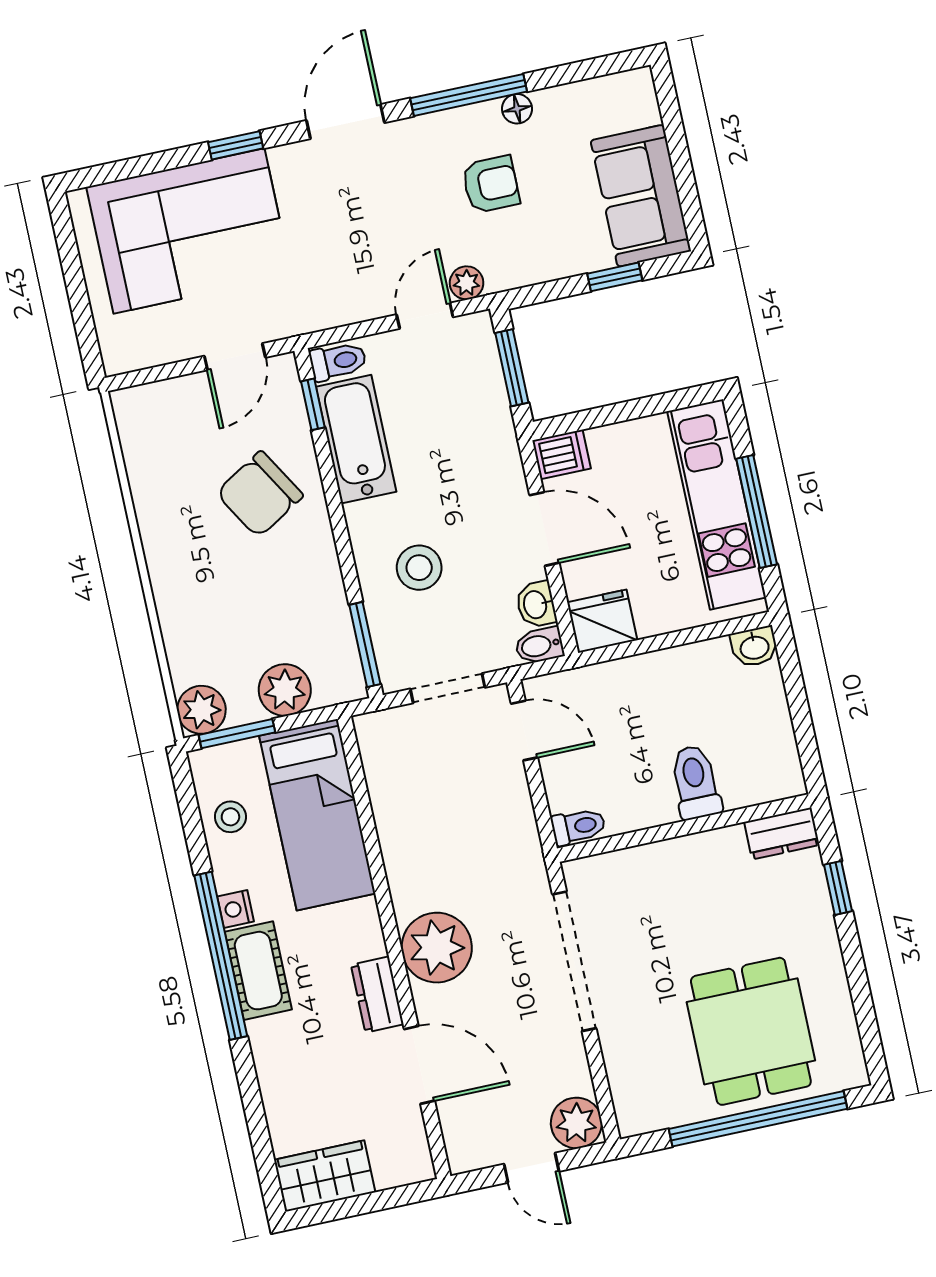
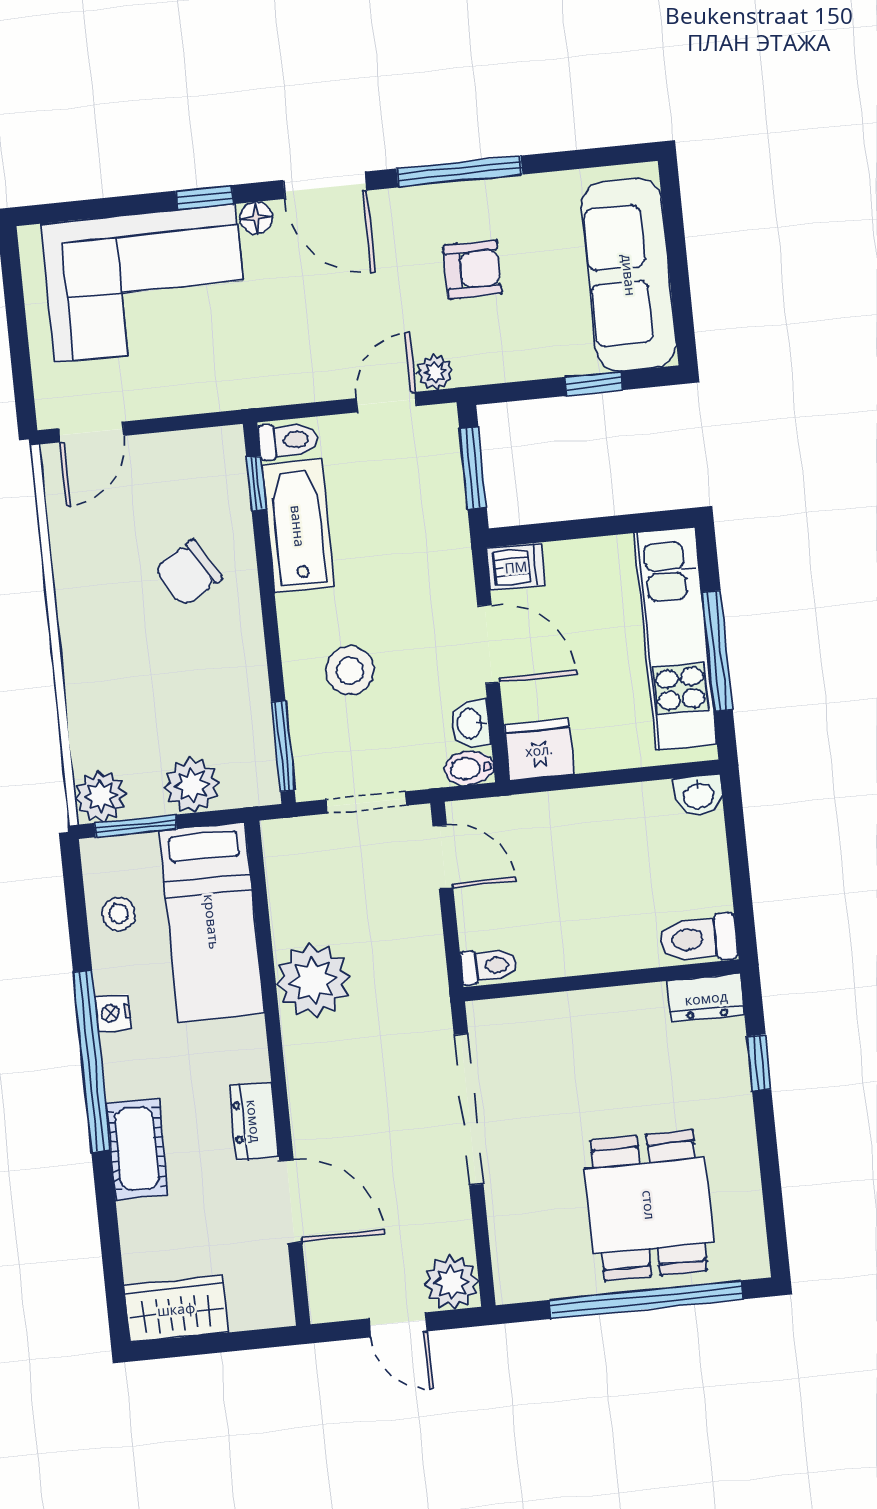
floor lamp: (517, 109) -> (256, 218), moved
door: (346, 122) -> (325, 185), swing flipped
sofa: (641, 196) -> (629, 275), width x1.36
door: (235, 357) -> (91, 432), moved
chair: (260, 494) -> (188, 573), width x0.73, depth x0.73
toilet: (696, 782) -> (698, 939), moved, turned -90
plant: (437, 948) -> (313, 980), moved
cot: (258, 971) -> (137, 1149), moved

